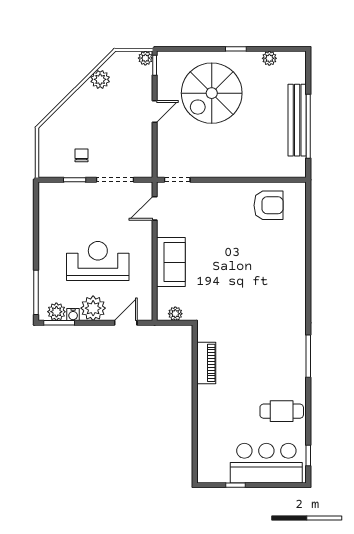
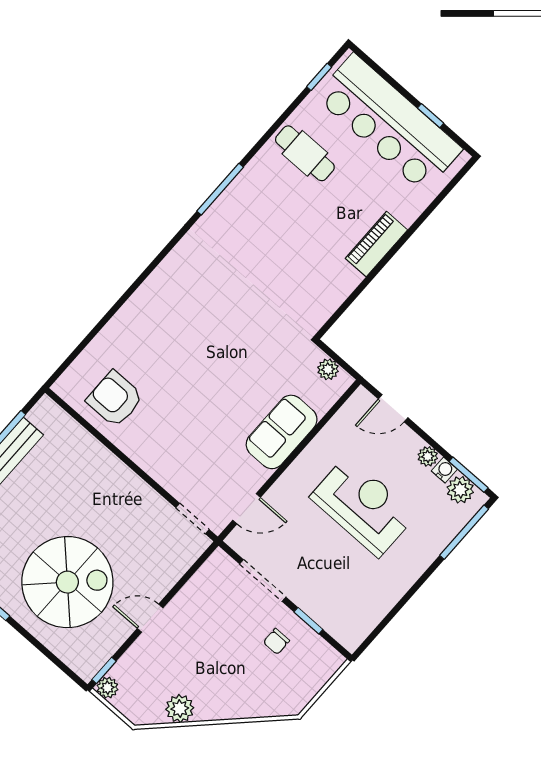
reception desk: (98, 261) -> (363, 506), turned 180
plant: (93, 308) -> (428, 456), width x0.53, depth x0.53
piano: (206, 363) -> (376, 244), moved
bar counter: (266, 463) -> (389, 123), width x1.36

